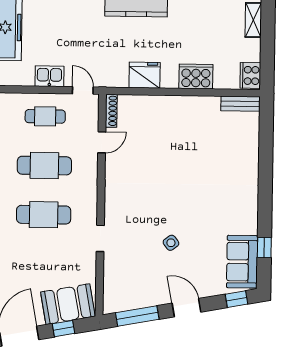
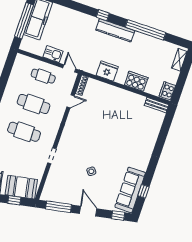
sofa: (242, 262) -> (130, 190), width x1.36

